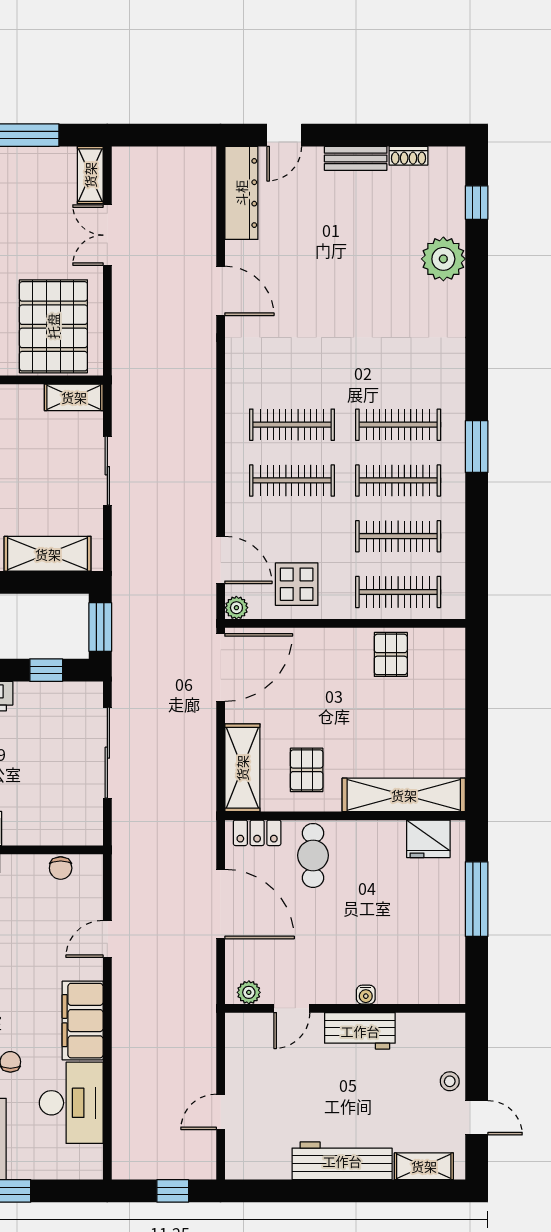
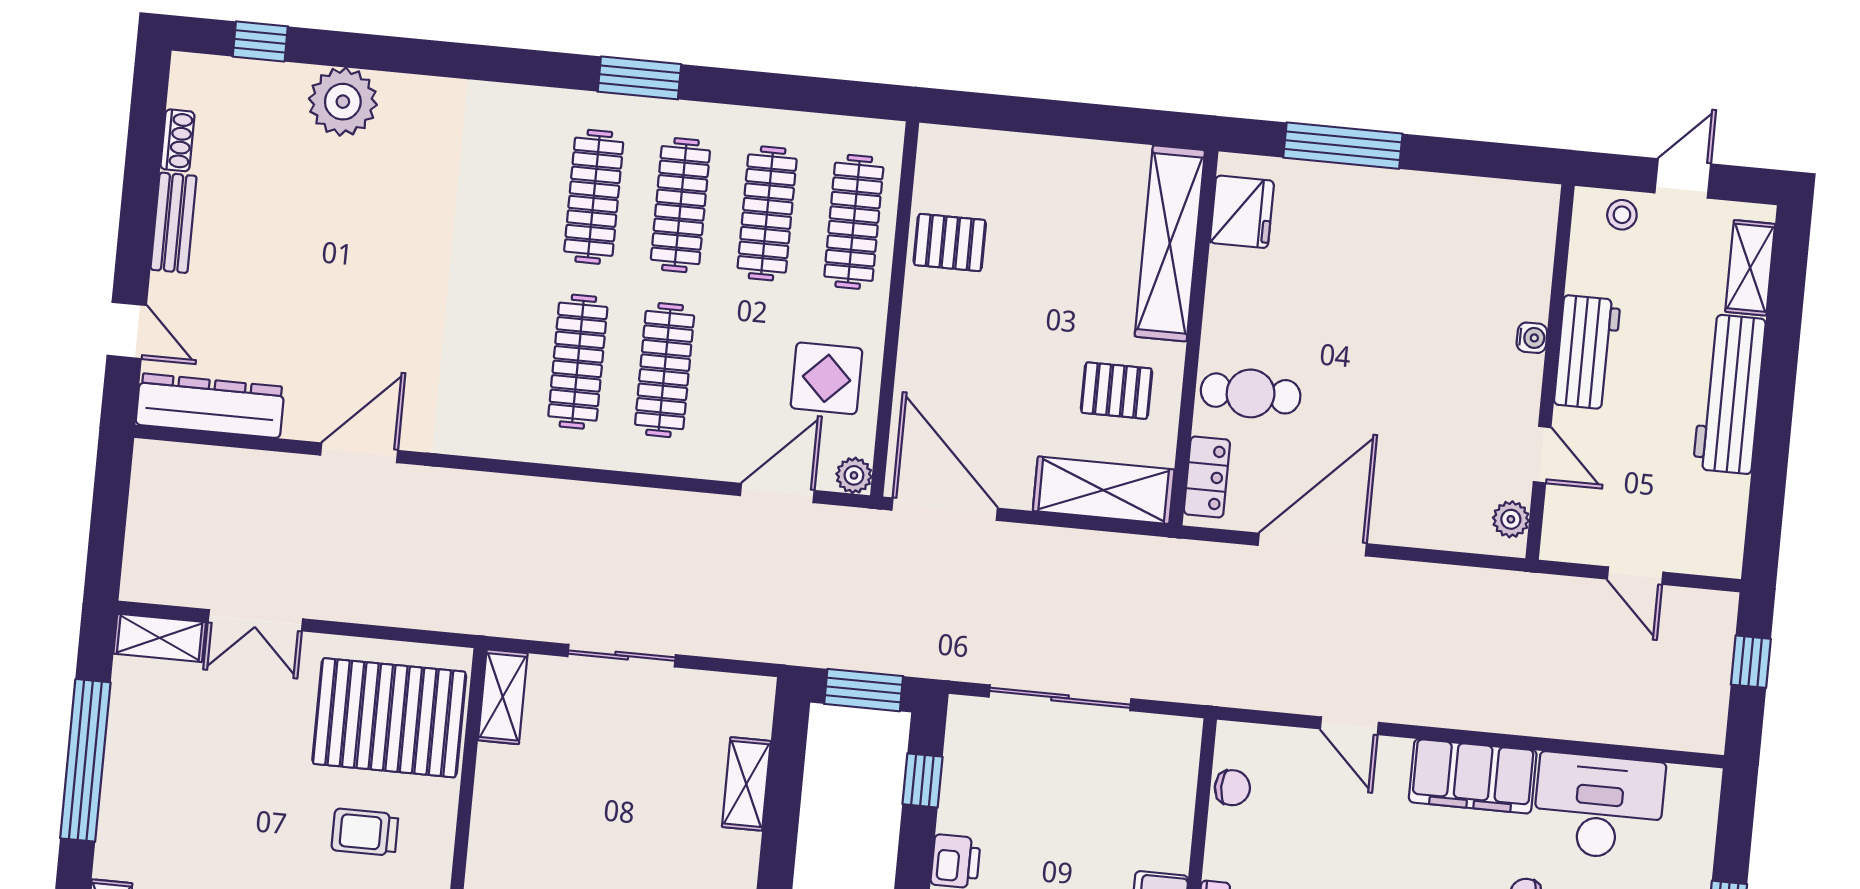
shelving: (48, 554) -> (746, 784), width x0.67, depth x0.75
plant: (249, 992) -> (1511, 519), moved
water cooler: (366, 995) -> (1532, 338), moved
door: (292, 1008) -> (1542, 455), moved
wall: (345, 1008) -> (1550, 372), moved
workbench: (360, 1031) -> (1587, 352), moved

